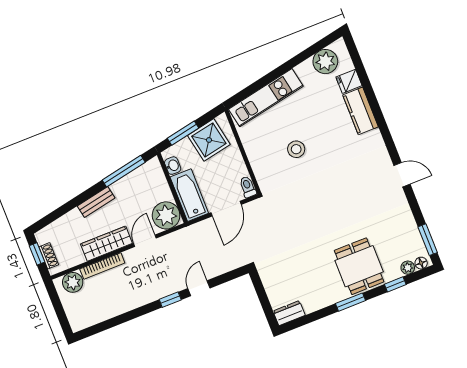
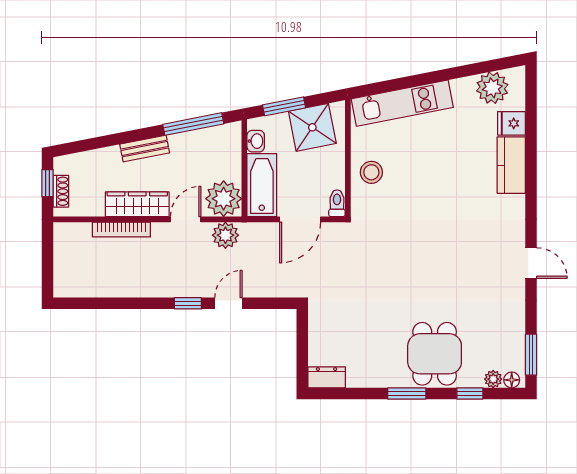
stool: (296, 149) -> (371, 172), moved
plant: (73, 282) -> (225, 235), moved

